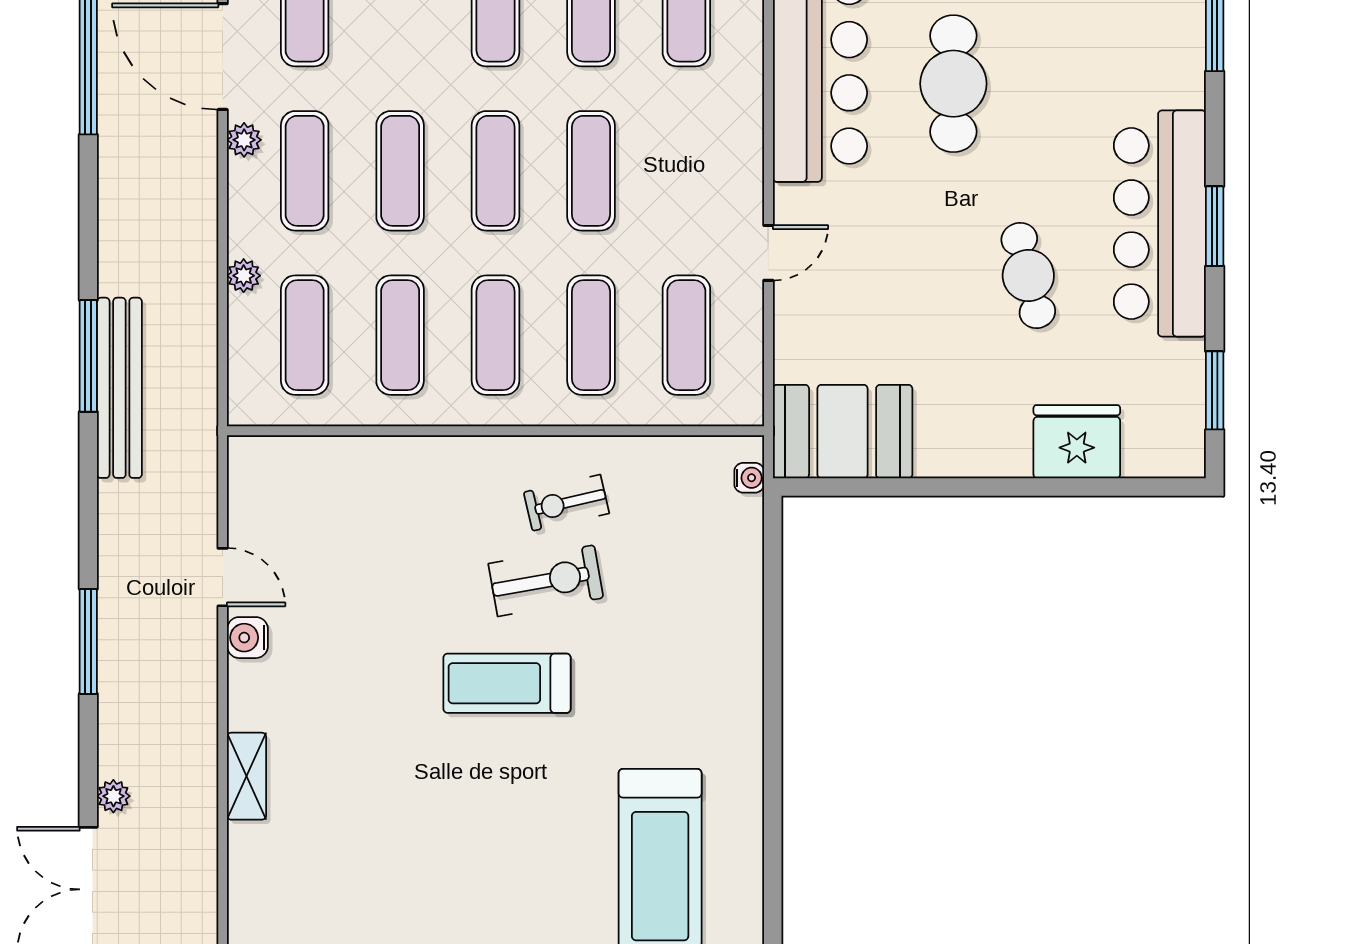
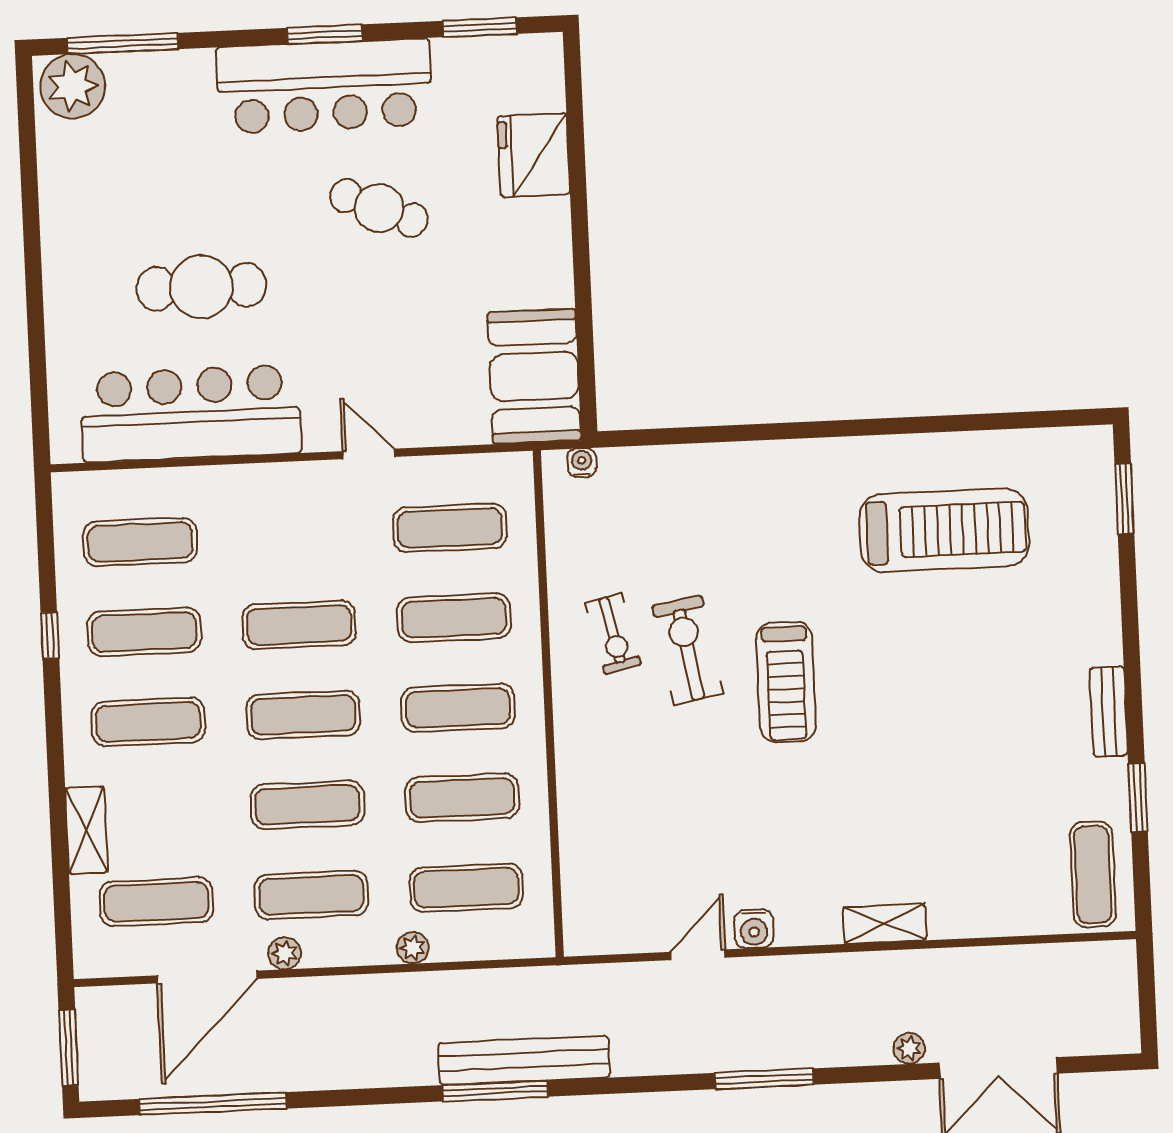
cafe table: (1028, 275) -> (379, 208), turned 37

